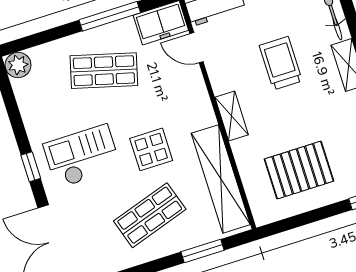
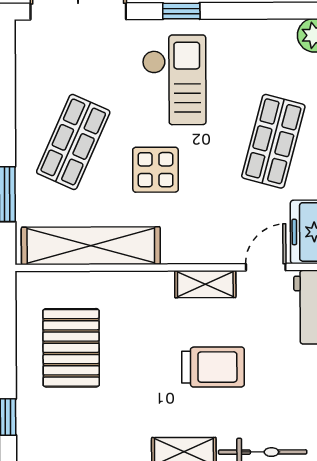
shelving: (232, 116) -> (205, 284), moved
shop shelf: (150, 215) -> (73, 142), turned 42

